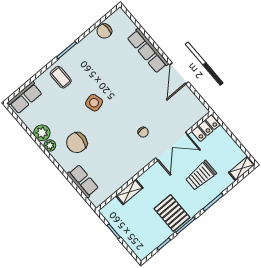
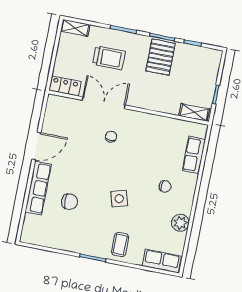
chair: (104, 31) -> (70, 202), moved
chair: (77, 143) -> (165, 186), width x0.54, depth x0.54
plant: (50, 145) -> (186, 207), removed
shelving: (129, 192) -> (194, 112), moved

